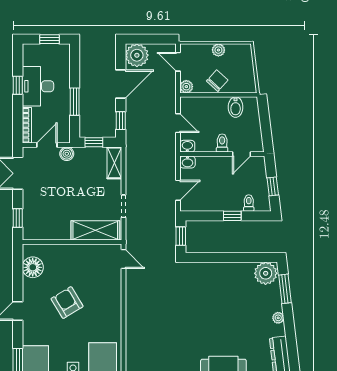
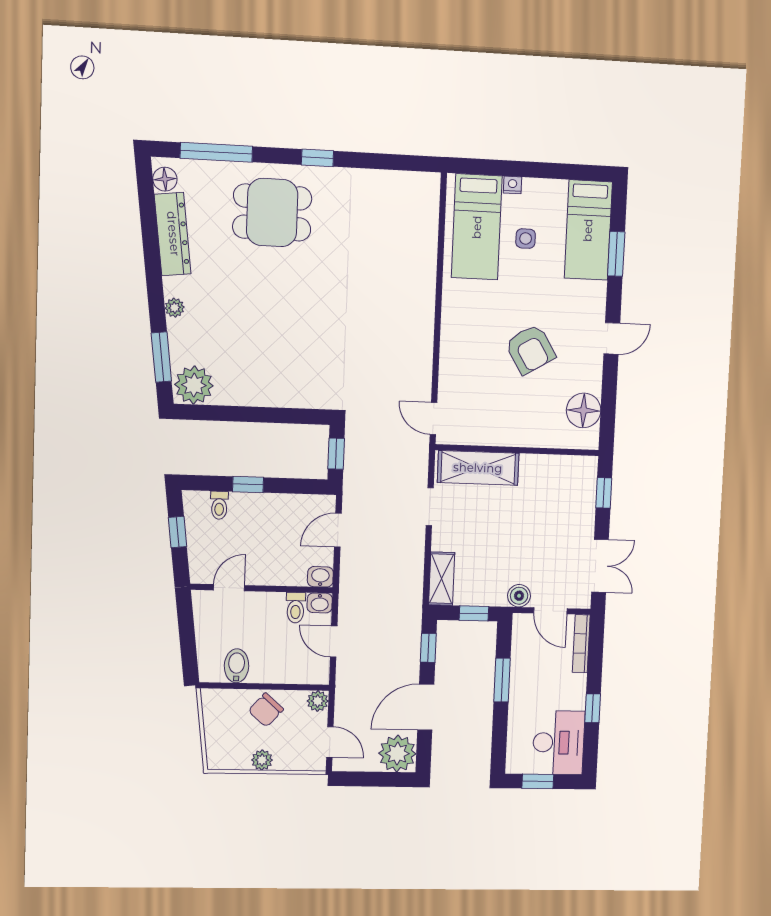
desk: (38, 86) -> (559, 743), moved
toilet: (222, 143) -> (296, 608), moved
door: (47, 145) -> (550, 611), hinge flipped

